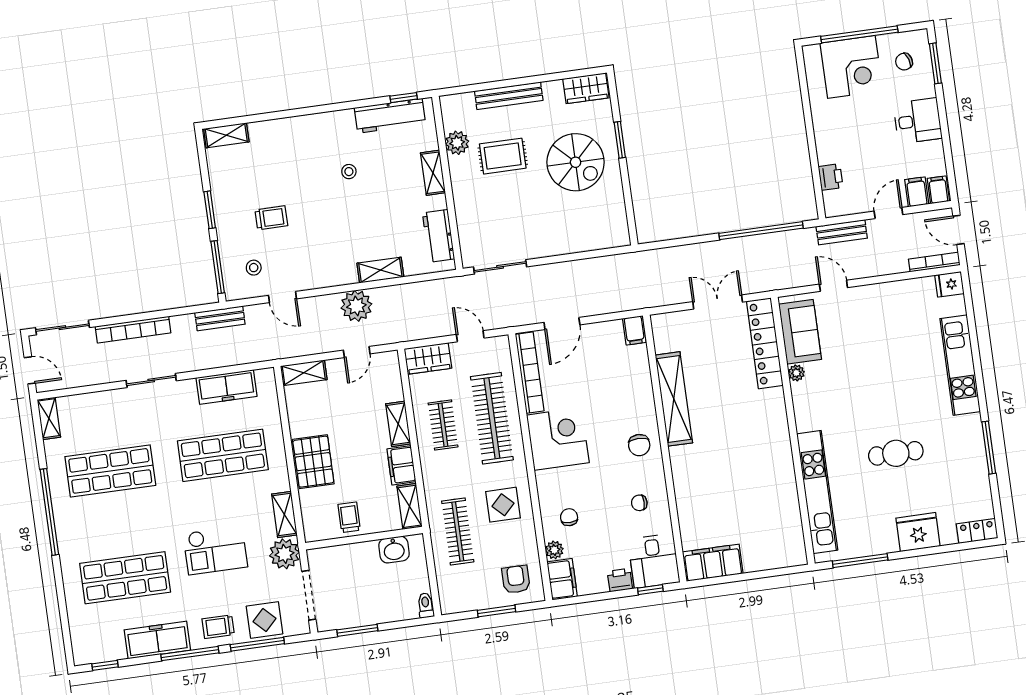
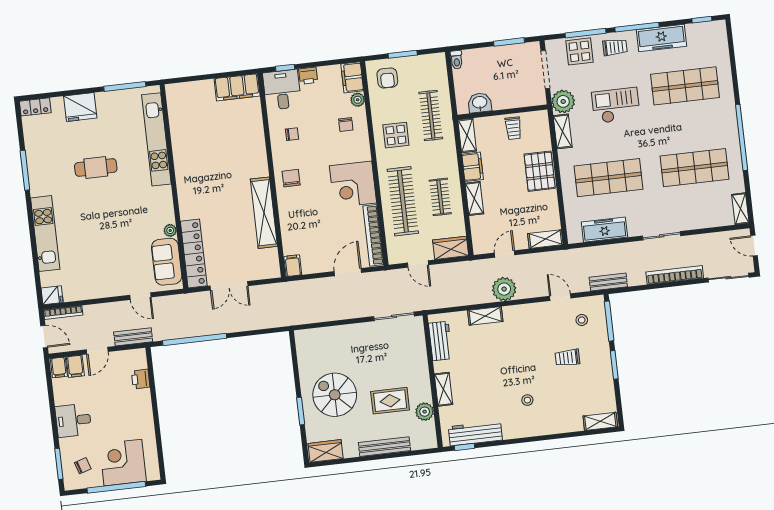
stool: (349, 172) -> (527, 400), moved

